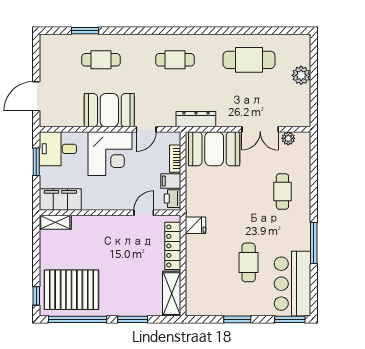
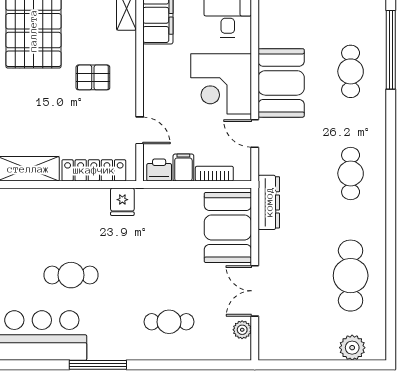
window: (85, 31) -> (391, 50), width x2.11
plant: (301, 75) -> (352, 348), moved
pallet: (105, 247) -> (93, 77), added

